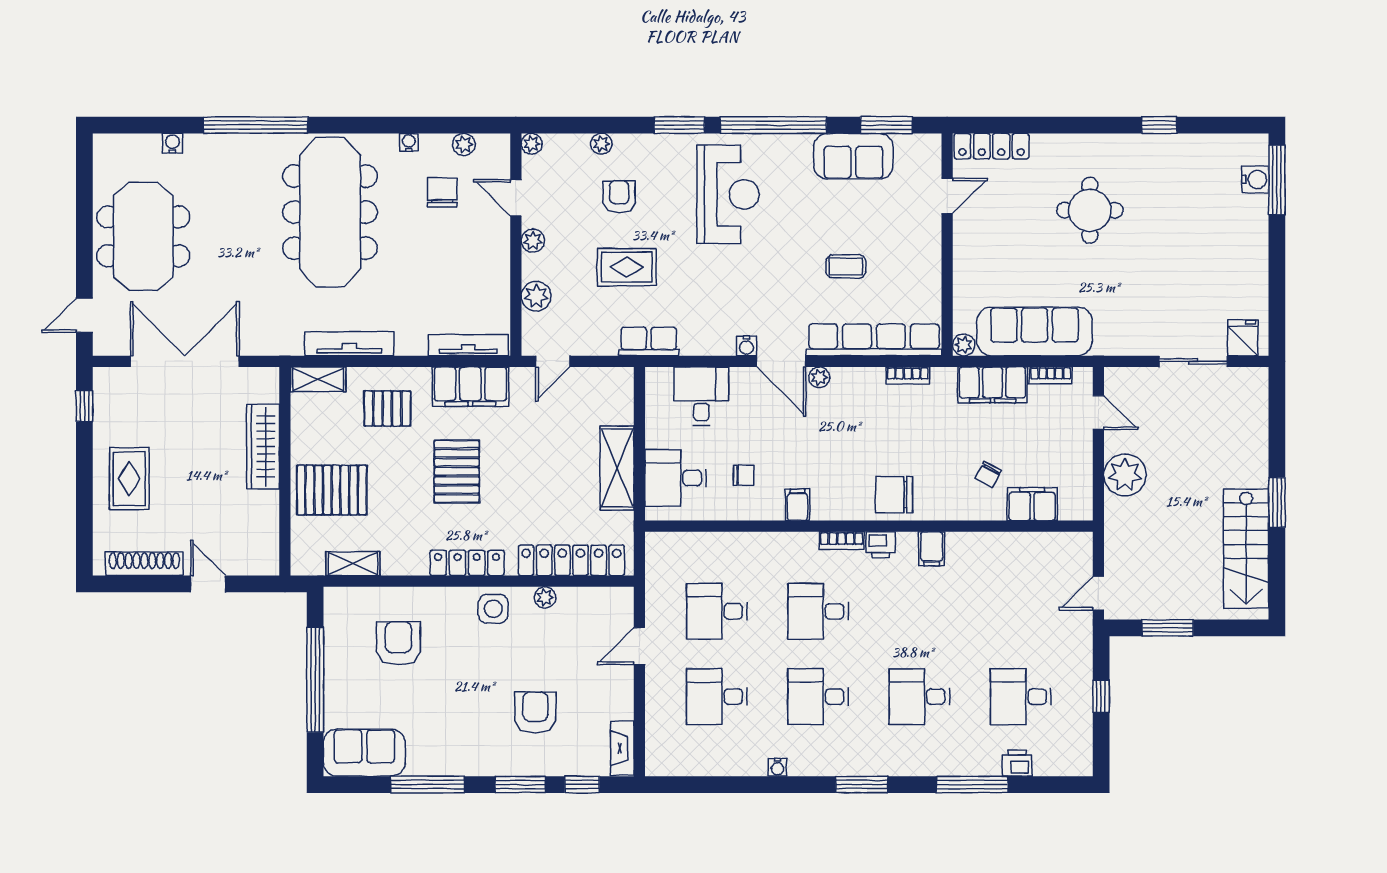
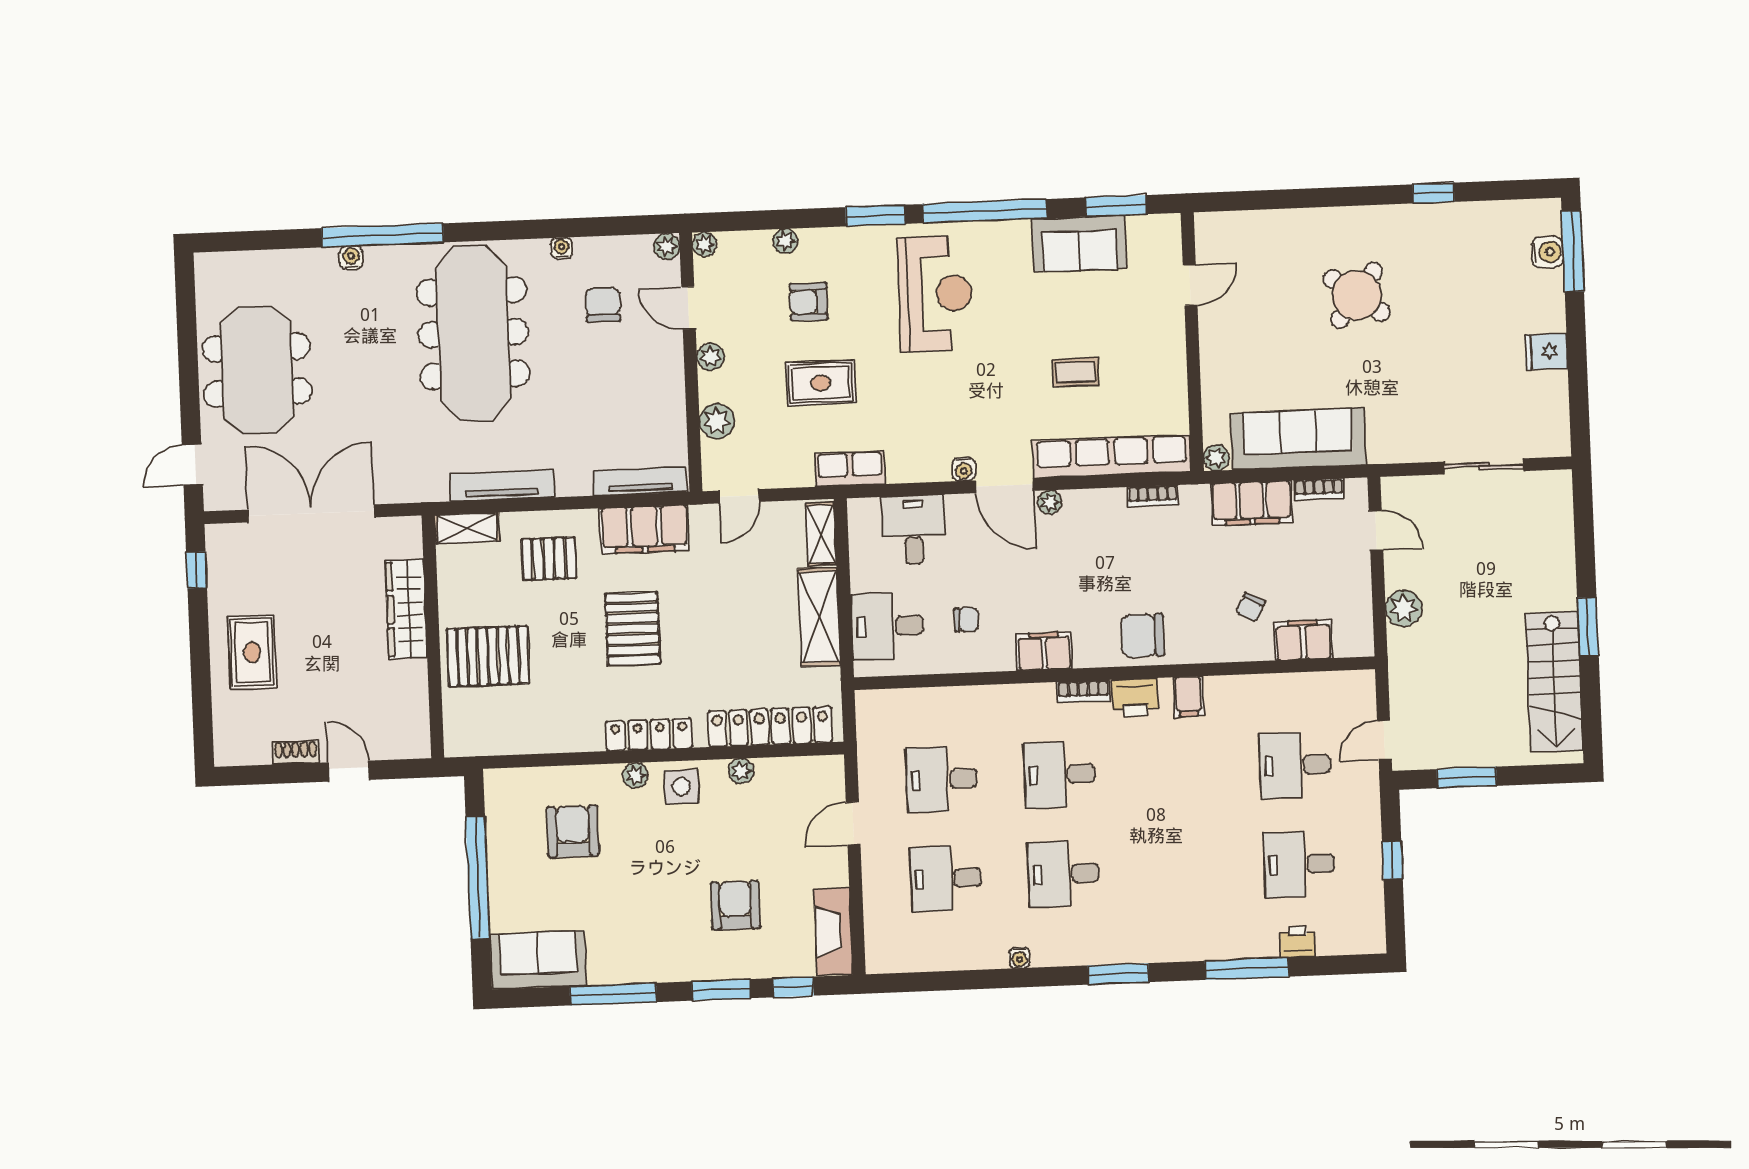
water cooler: (172, 143) -> (351, 258), moved
plant: (464, 144) -> (667, 246), moved
locker: (992, 146) -> (1239, 225), removed
armchair: (619, 197) -> (809, 302), turned -90
round table: (1090, 210) -> (1357, 295), turned 37
fridge: (1243, 338) -> (1546, 352), moved, turned -90
plant: (1125, 475) -> (1404, 608), width x0.73, depth x0.73
filing cabinet: (797, 505) -> (1044, 651), width x2.00
printer: (881, 545) -> (1135, 698), width x1.36, depth x1.24
shoe rack: (144, 564) -> (296, 752), width x0.51, depth x0.81
shelving: (353, 564) -> (821, 534), moved, turned 90
plant: (454, 597) -> (635, 775), added
desk: (920, 697) -> (1295, 765), moved
fireplace: (622, 748) -> (833, 931), width x1.37, depth x1.32

